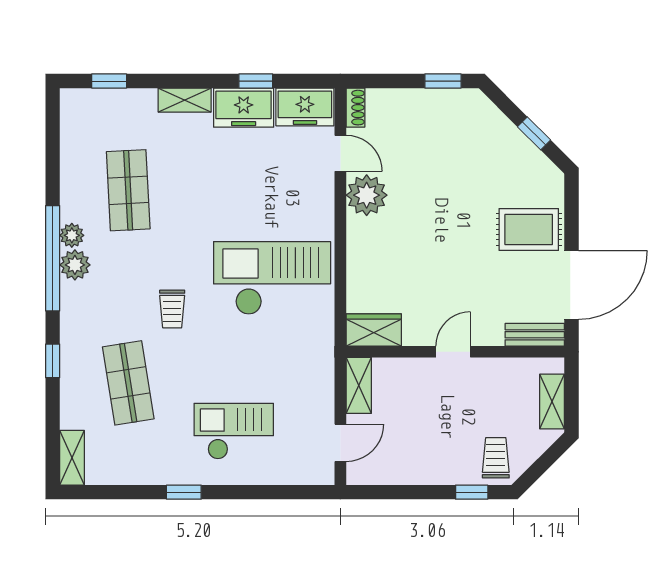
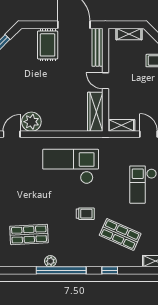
plant: (75, 265) -> (64, 260), removed
checkout: (272, 278) -> (71, 166), turned 90
wardrobe: (374, 330) -> (95, 112), width x1.50
bench: (535, 335) -> (97, 47), width x1.36
shop shelf: (128, 383) -> (120, 234), turned 33

